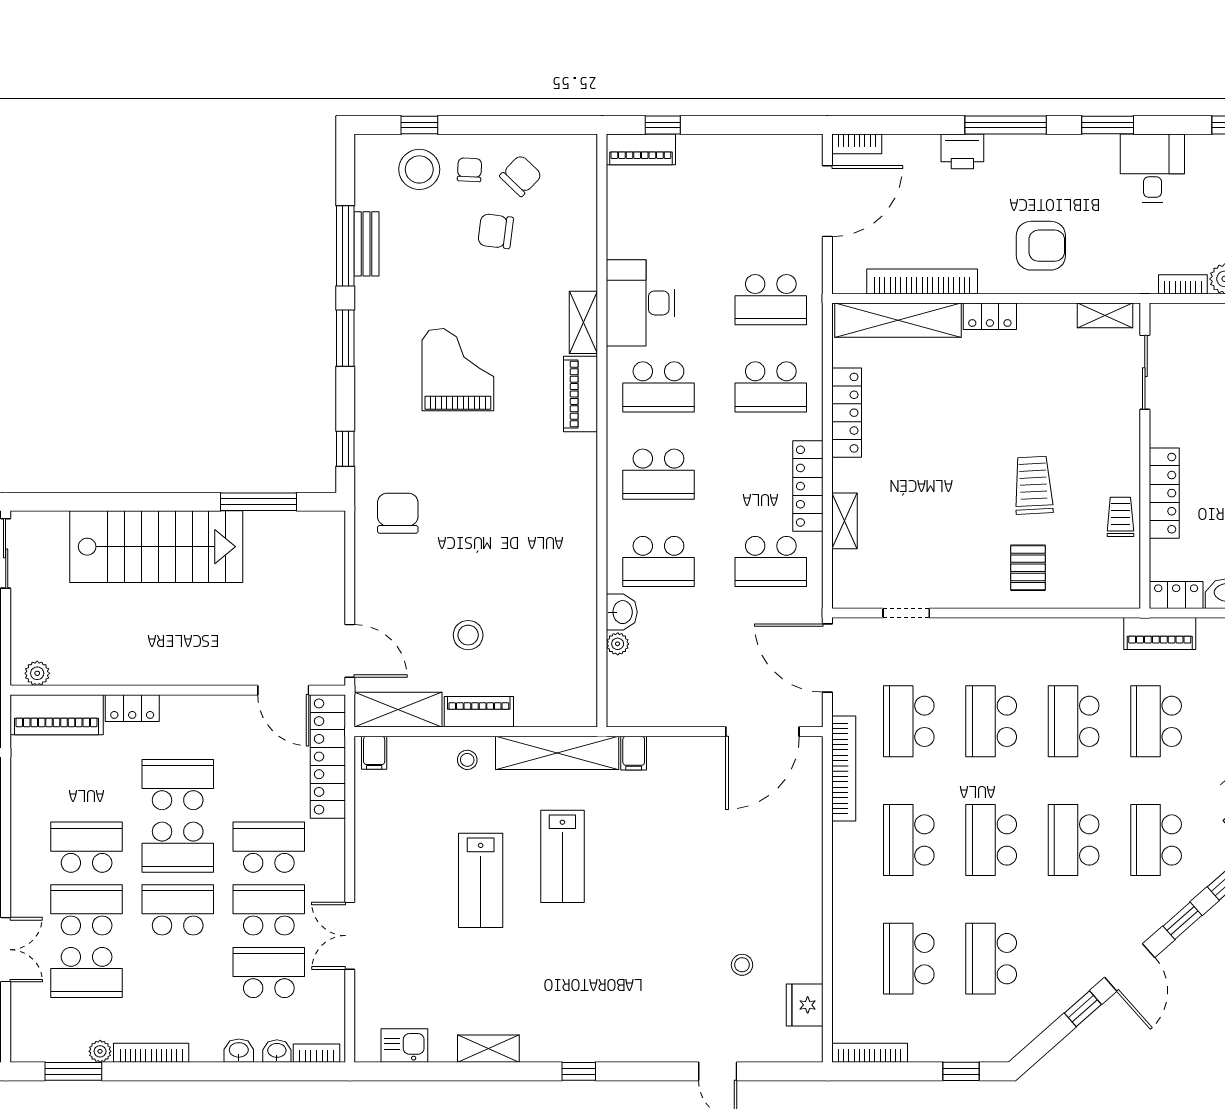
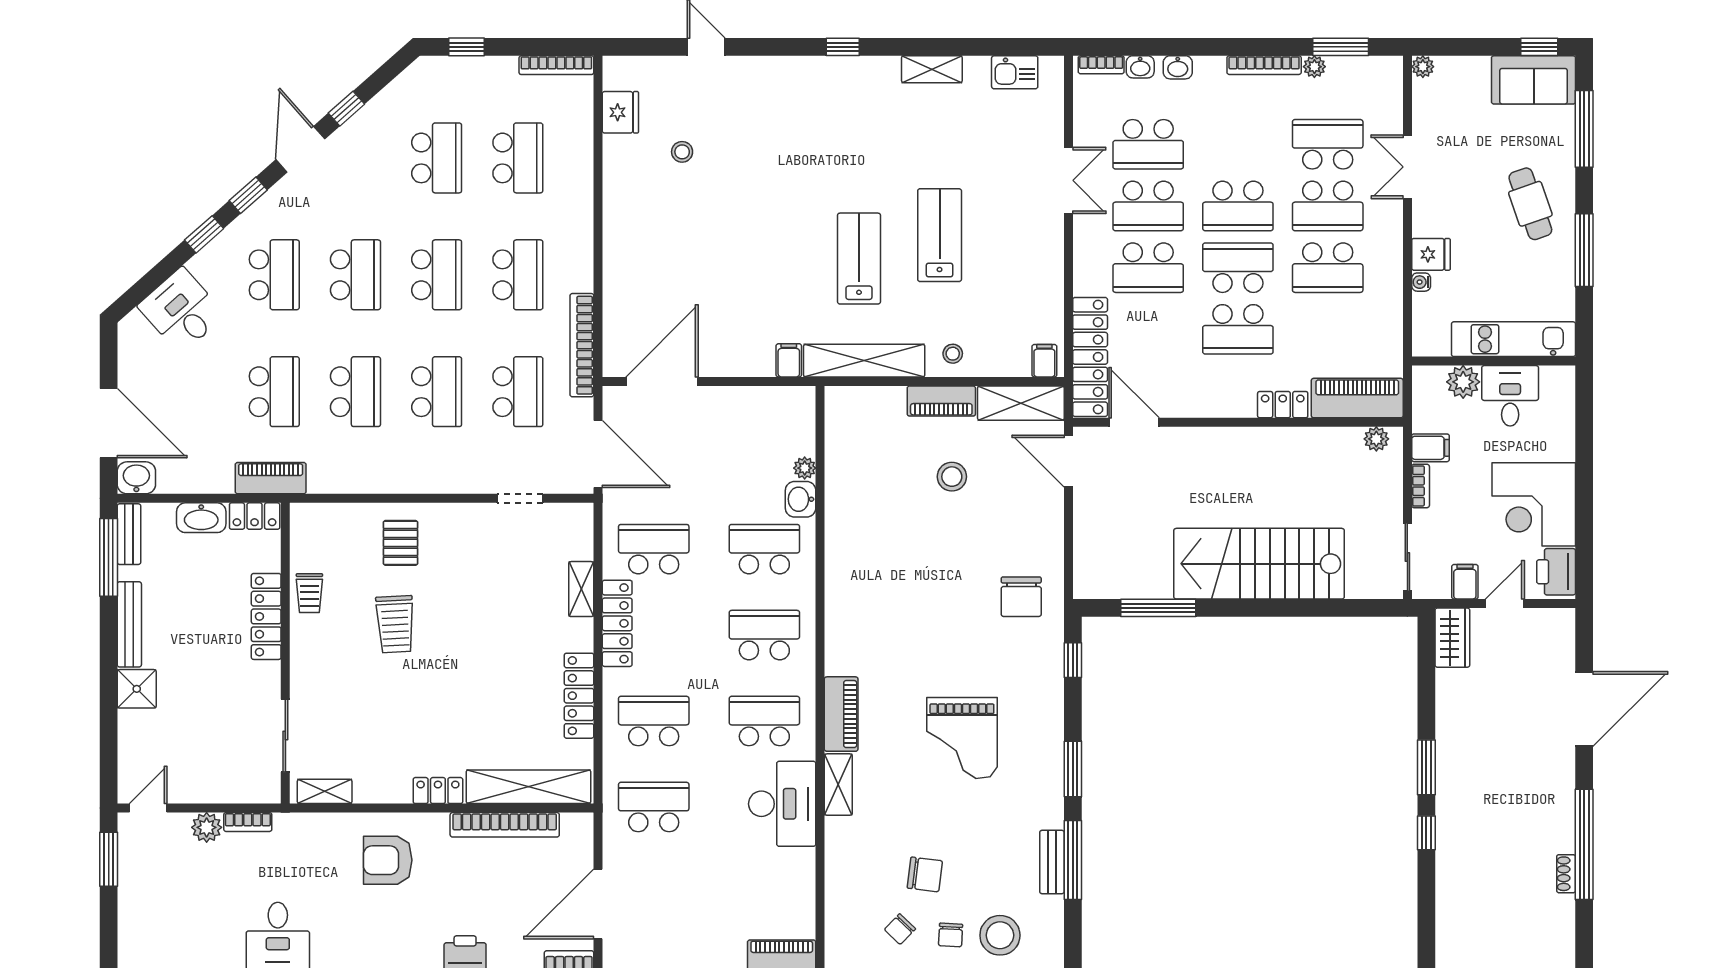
chair: (521, 176) -> (900, 929), width x0.73, depth x0.73

